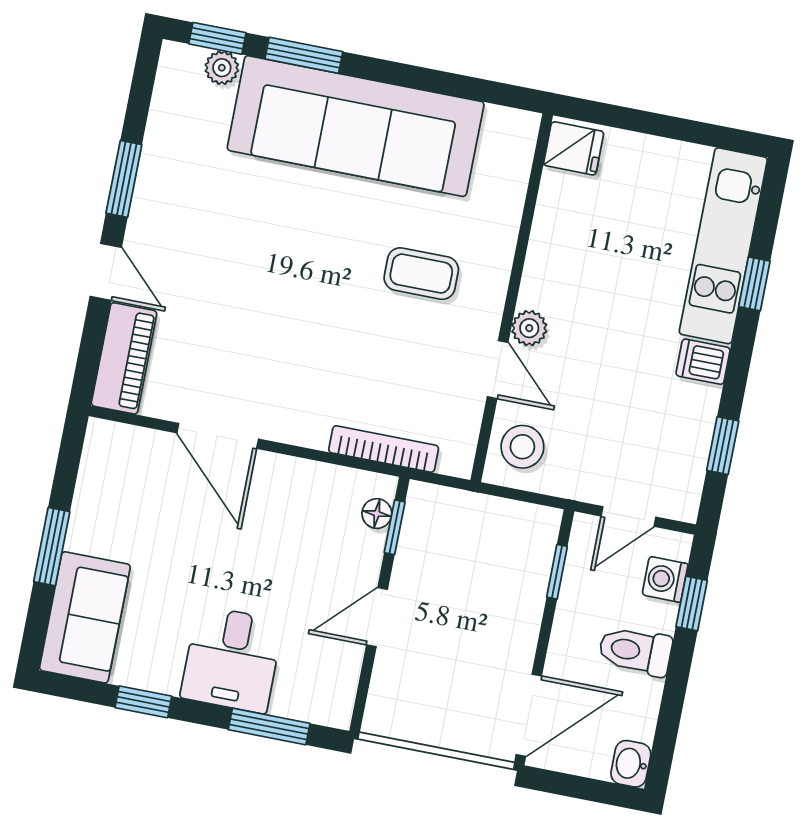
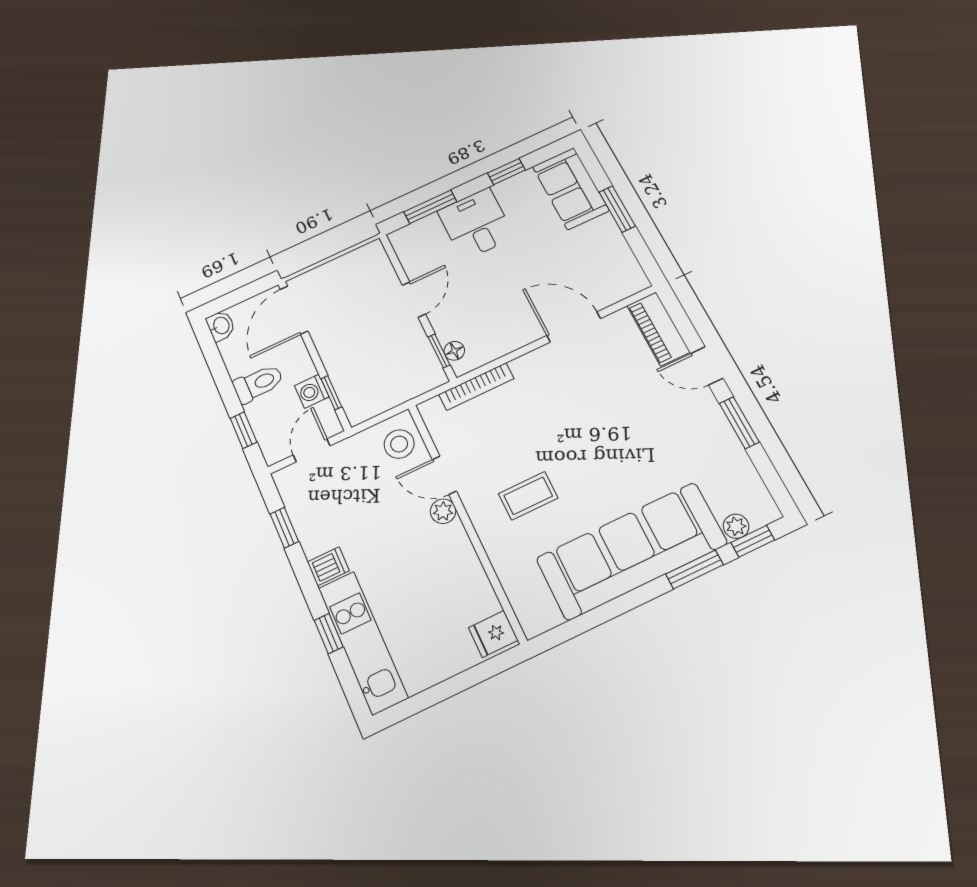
washing machine: (665, 579) -> (312, 391), moved, turned 180

